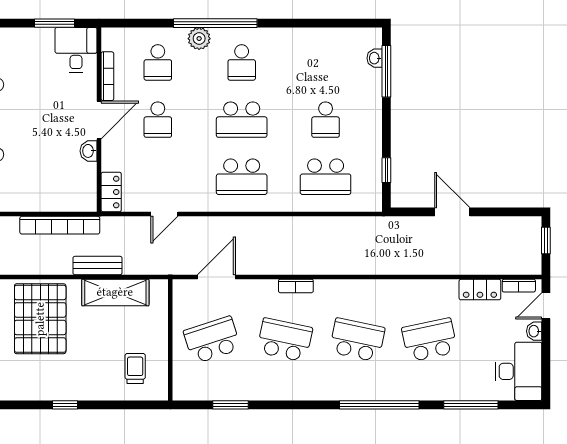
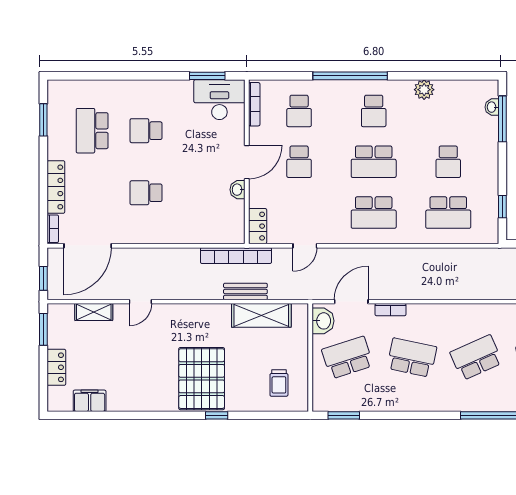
plant: (199, 39) -> (424, 90), moved
desk: (76, 50) -> (219, 100), width x1.37
bookcase: (107, 76) -> (254, 104), moved
bookcase: (60, 225) -> (236, 256), moved
bookcase: (296, 286) -> (391, 310), moved
washbasin: (185, 299) -> (323, 321), added
pallet: (40, 319) -> (202, 379), moved
school desk: (357, 340) -> (476, 358), turned -36
trolley: (135, 368) -> (279, 383), turned 180
window: (230, 405) -> (344, 415), moved

